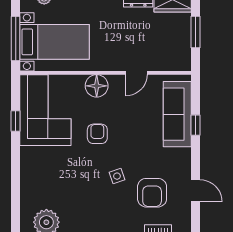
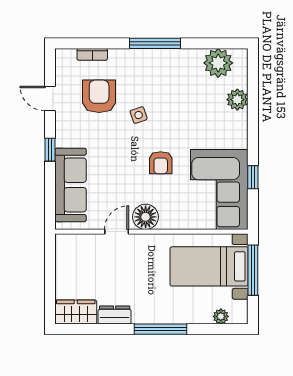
window: (195, 32) -> (50, 278), removed
floor lamp: (97, 86) -> (146, 217), moved
window: (195, 125) -> (50, 150), moved
plant: (29, 190) -> (237, 100), added

